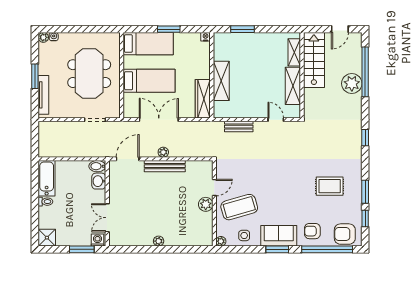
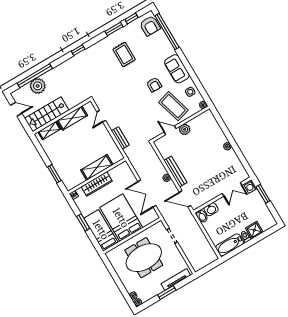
bed: (149, 81) -> (121, 218), width x1.50
plant: (352, 84) -> (38, 86), moved
wardrobe: (203, 99) -> (97, 184), moved
armchair: (312, 231) -> (154, 85), moved
shower: (47, 238) -> (254, 230), moved
window: (277, 249) -> (186, 64), removed

